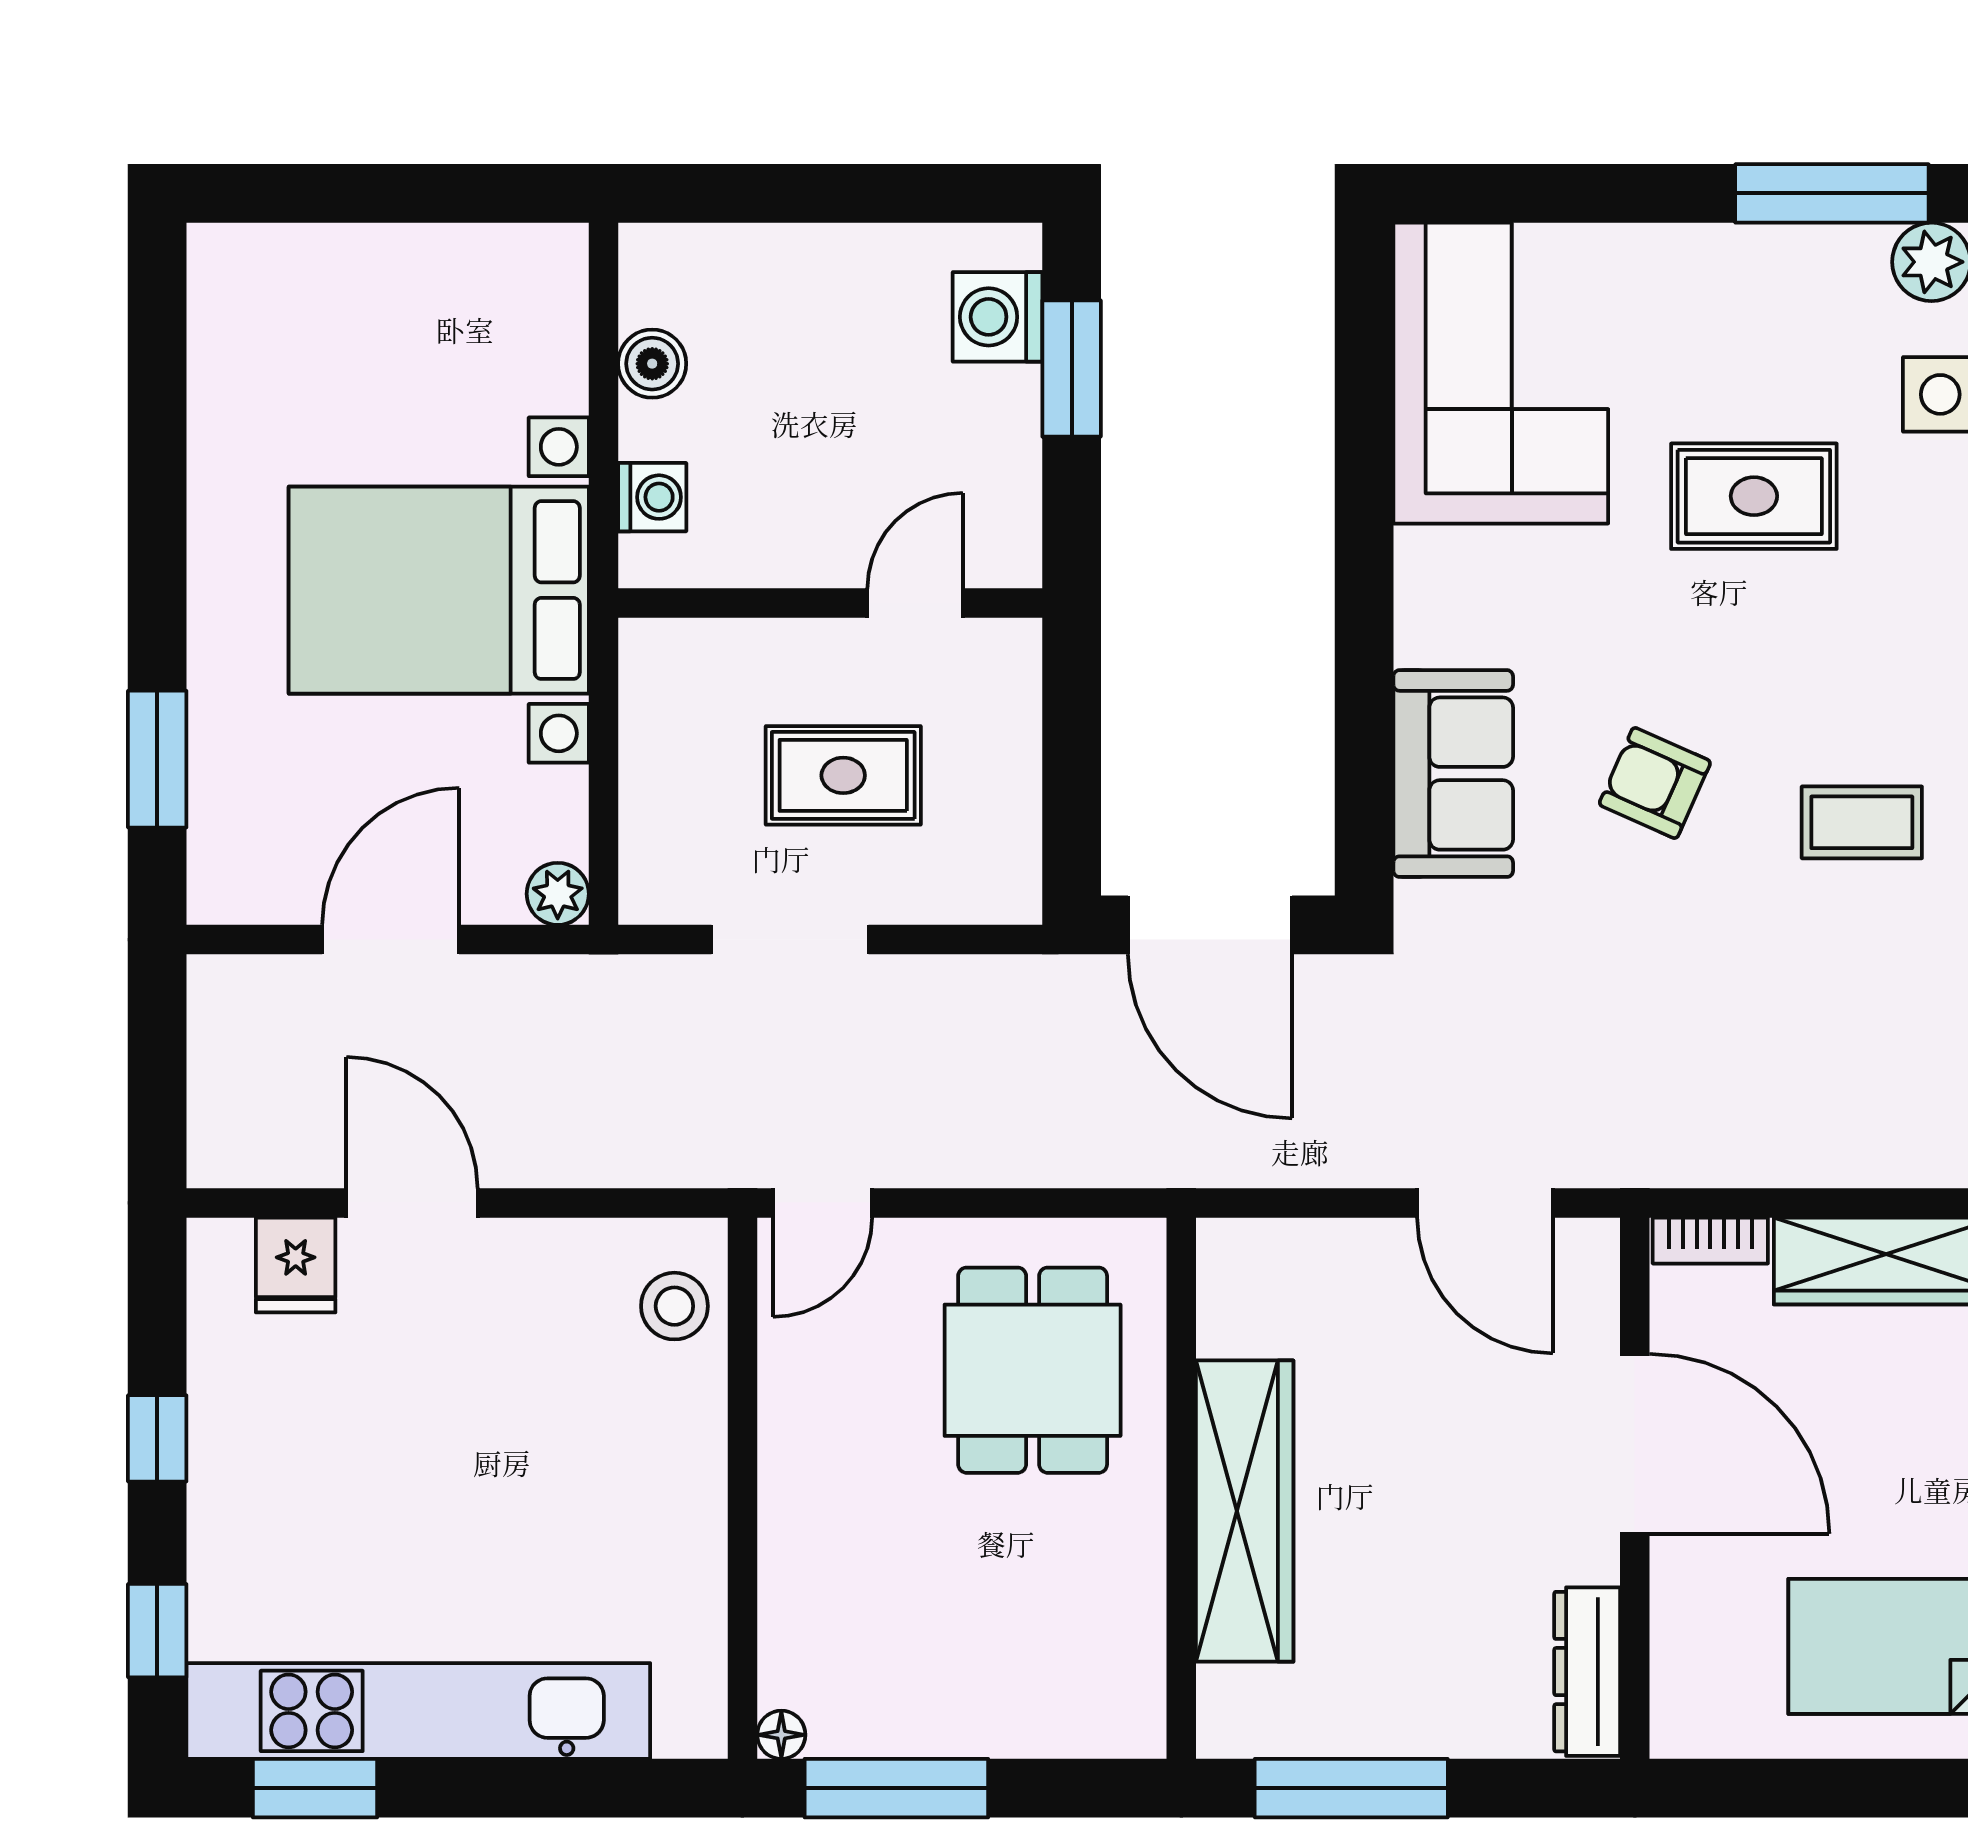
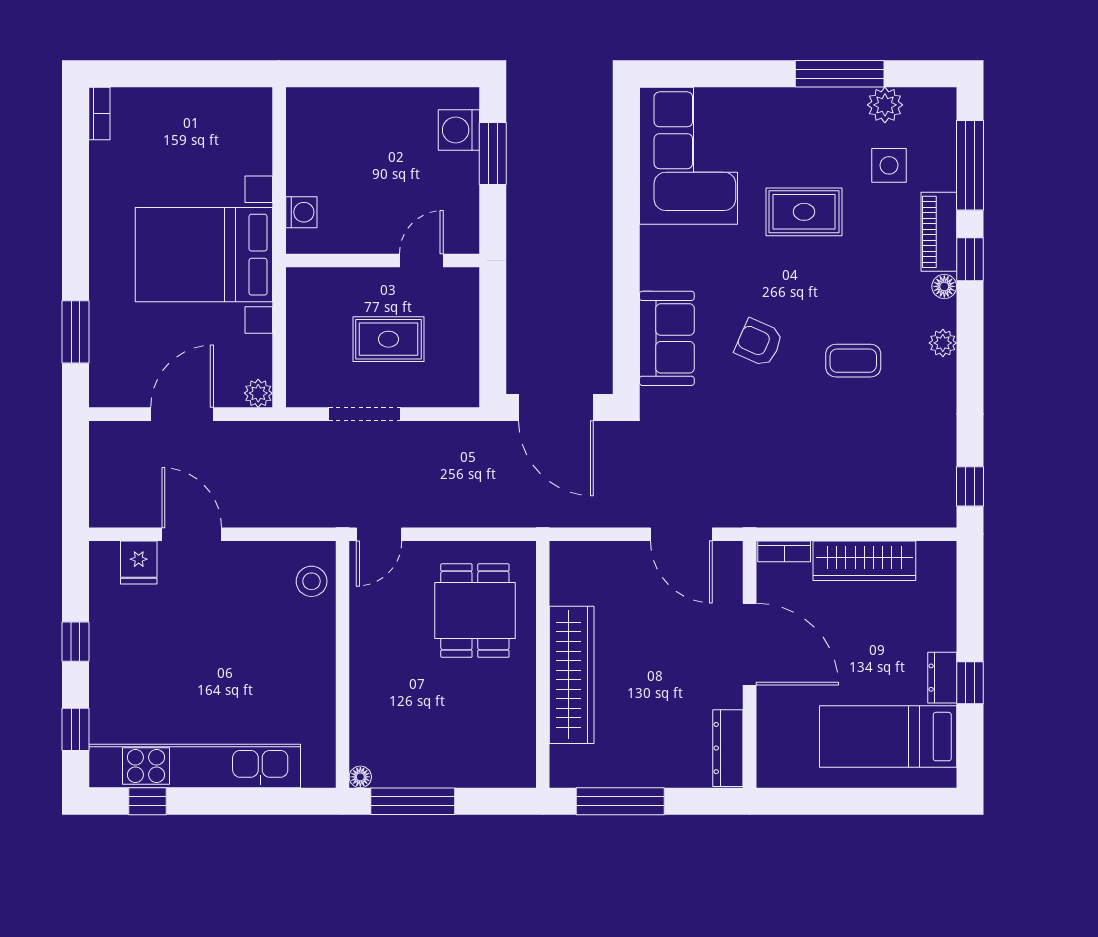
bookcase: (210, 280) -> (99, 113), added
boiler: (652, 364) -> (301, 151), removed
window: (315, 1788) -> (148, 801), width x0.67

